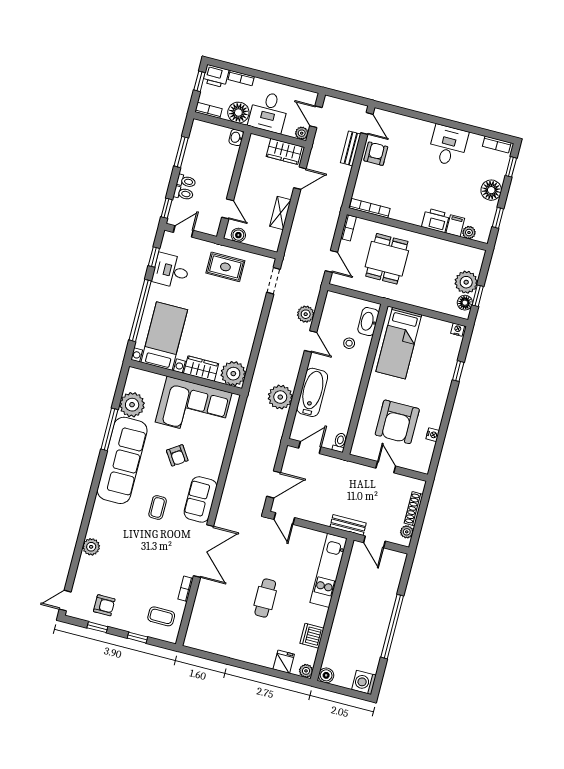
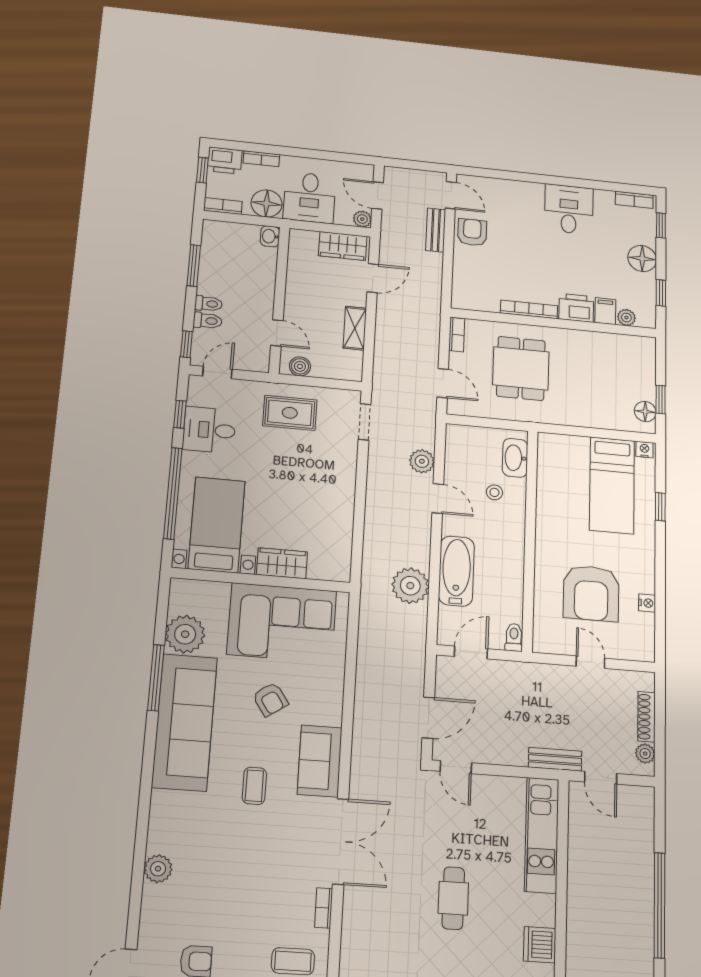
bookcase: (370, 208) -> (529, 309), moved
plant: (466, 282) -> (640, 384), removed
bed: (399, 343) -> (612, 485), moved
plant: (233, 374) -> (332, 563), removed

